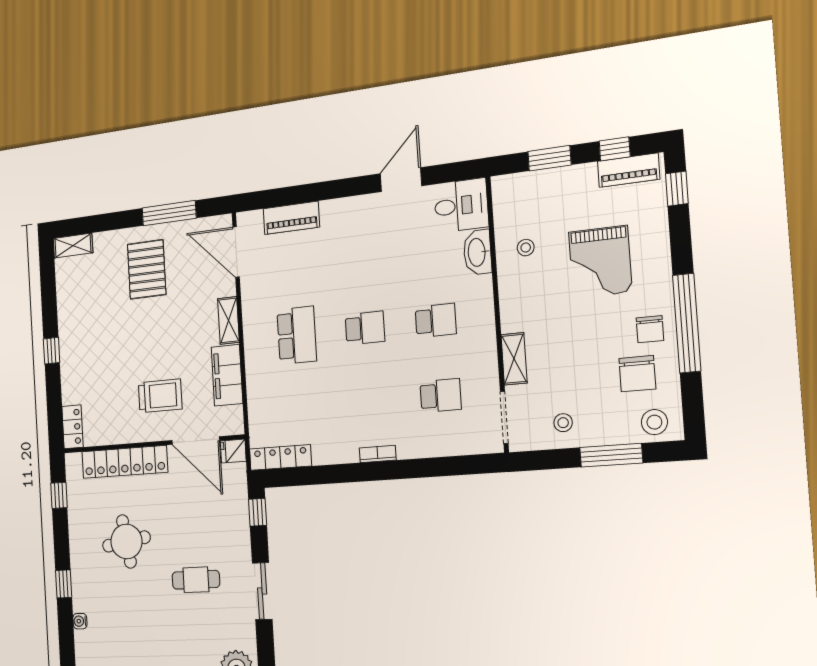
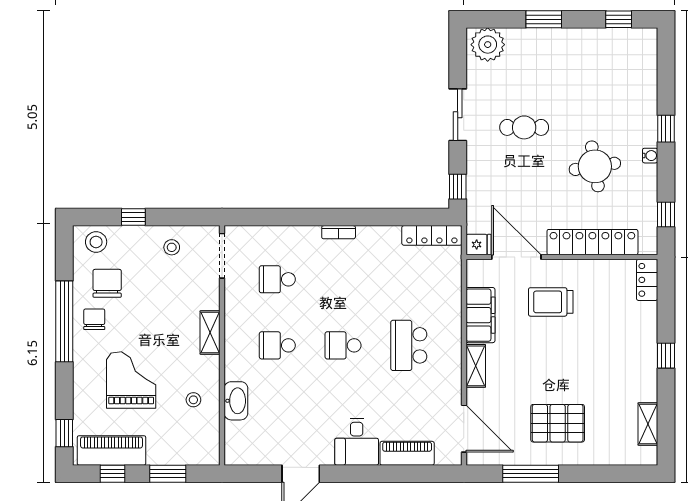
piano: (629, 170) -> (111, 450), width x1.37, depth x1.33
desk: (461, 205) -> (357, 442), moved, turned -90
shelving: (73, 246) -> (648, 424), moved, turned 90
pallet: (147, 269) -> (558, 423), turned 90
shelving: (514, 359) -> (210, 332), moved
window: (611, 455) -> (133, 217), width x0.46
water cooler: (80, 621) -> (650, 156), moved

